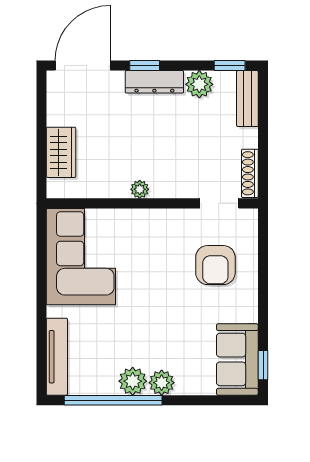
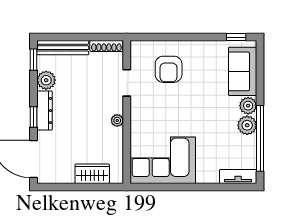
bench: (247, 99) -> (63, 48), width x1.36
doorway: (219, 203) -> (127, 83), moved
armchair: (215, 265) -> (169, 69), turned 90
tv unit: (57, 357) -> (238, 177), width x0.71
sofa: (237, 359) -> (243, 71), moved, turned 90

